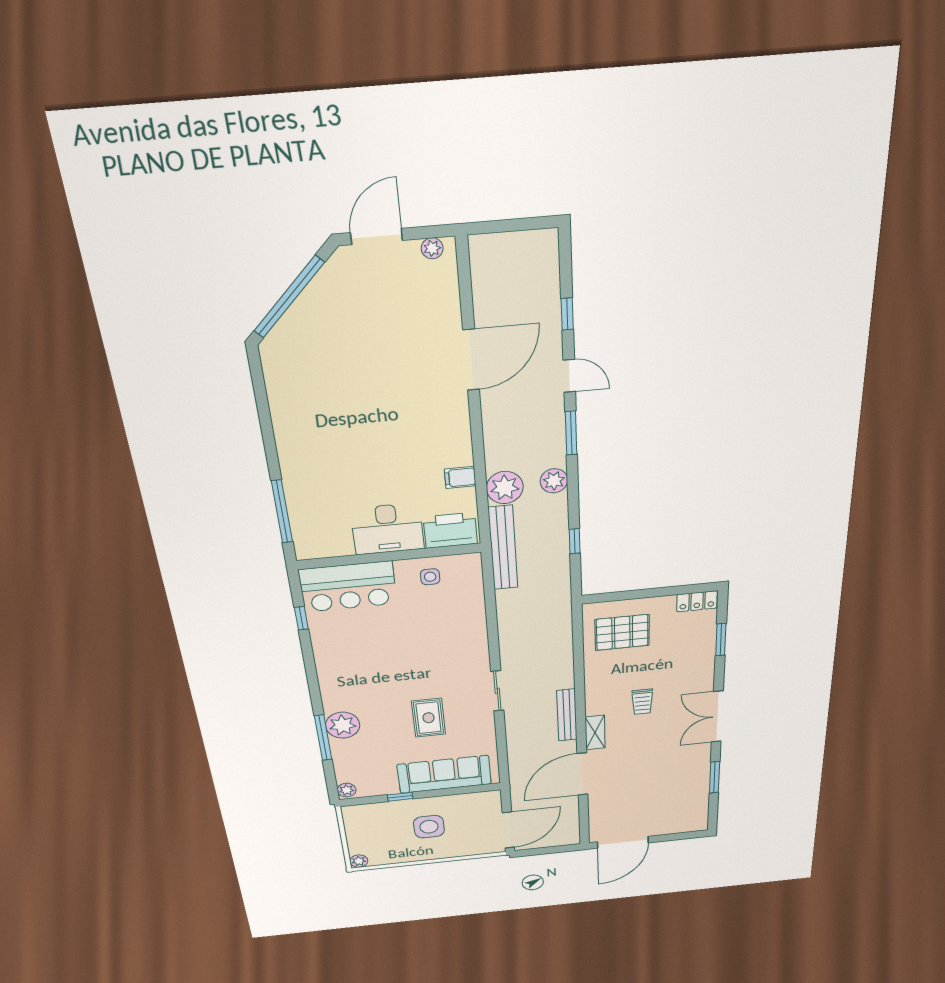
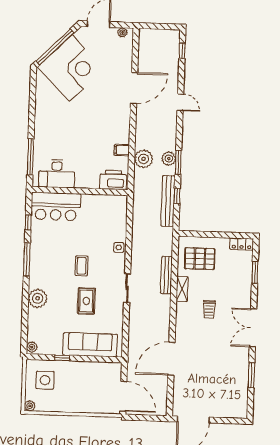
window: (567, 314) -> (182, 51), moved
corner desk: (331, 336) -> (71, 68), added
window: (571, 433) -> (178, 162), moved
desk: (387, 529) -> (57, 174), moved
bench: (503, 548) -> (168, 201), moved
side table: (430, 577) -> (119, 247), moved
coffee table: (412, 670) -> (82, 266), added
bench: (567, 715) -> (166, 275), moved
shelving: (595, 733) -> (182, 289), moved
window: (323, 738) -> (27, 259), moved
side table: (429, 827) -> (45, 380), moved
door: (508, 830) -> (123, 396), hinge flipped

